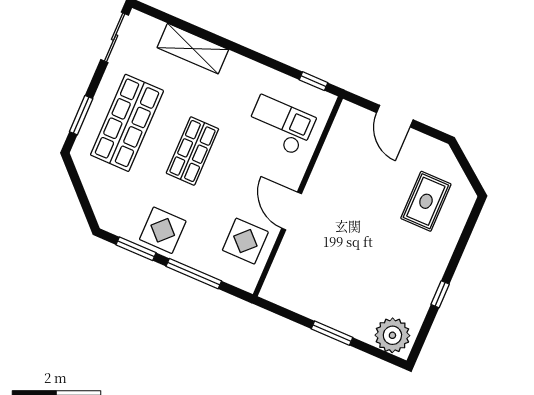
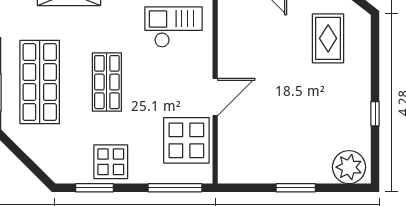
door: (292, 211) -> (215, 97), swing flipped
display table: (245, 241) -> (186, 140), width x1.36, depth x1.36
window: (194, 274) -> (175, 188), moved

